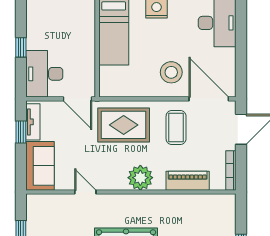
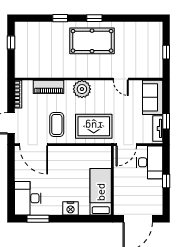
stool: (171, 72) -> (60, 163), removed
door: (78, 99) -> (126, 145), swing flipped

